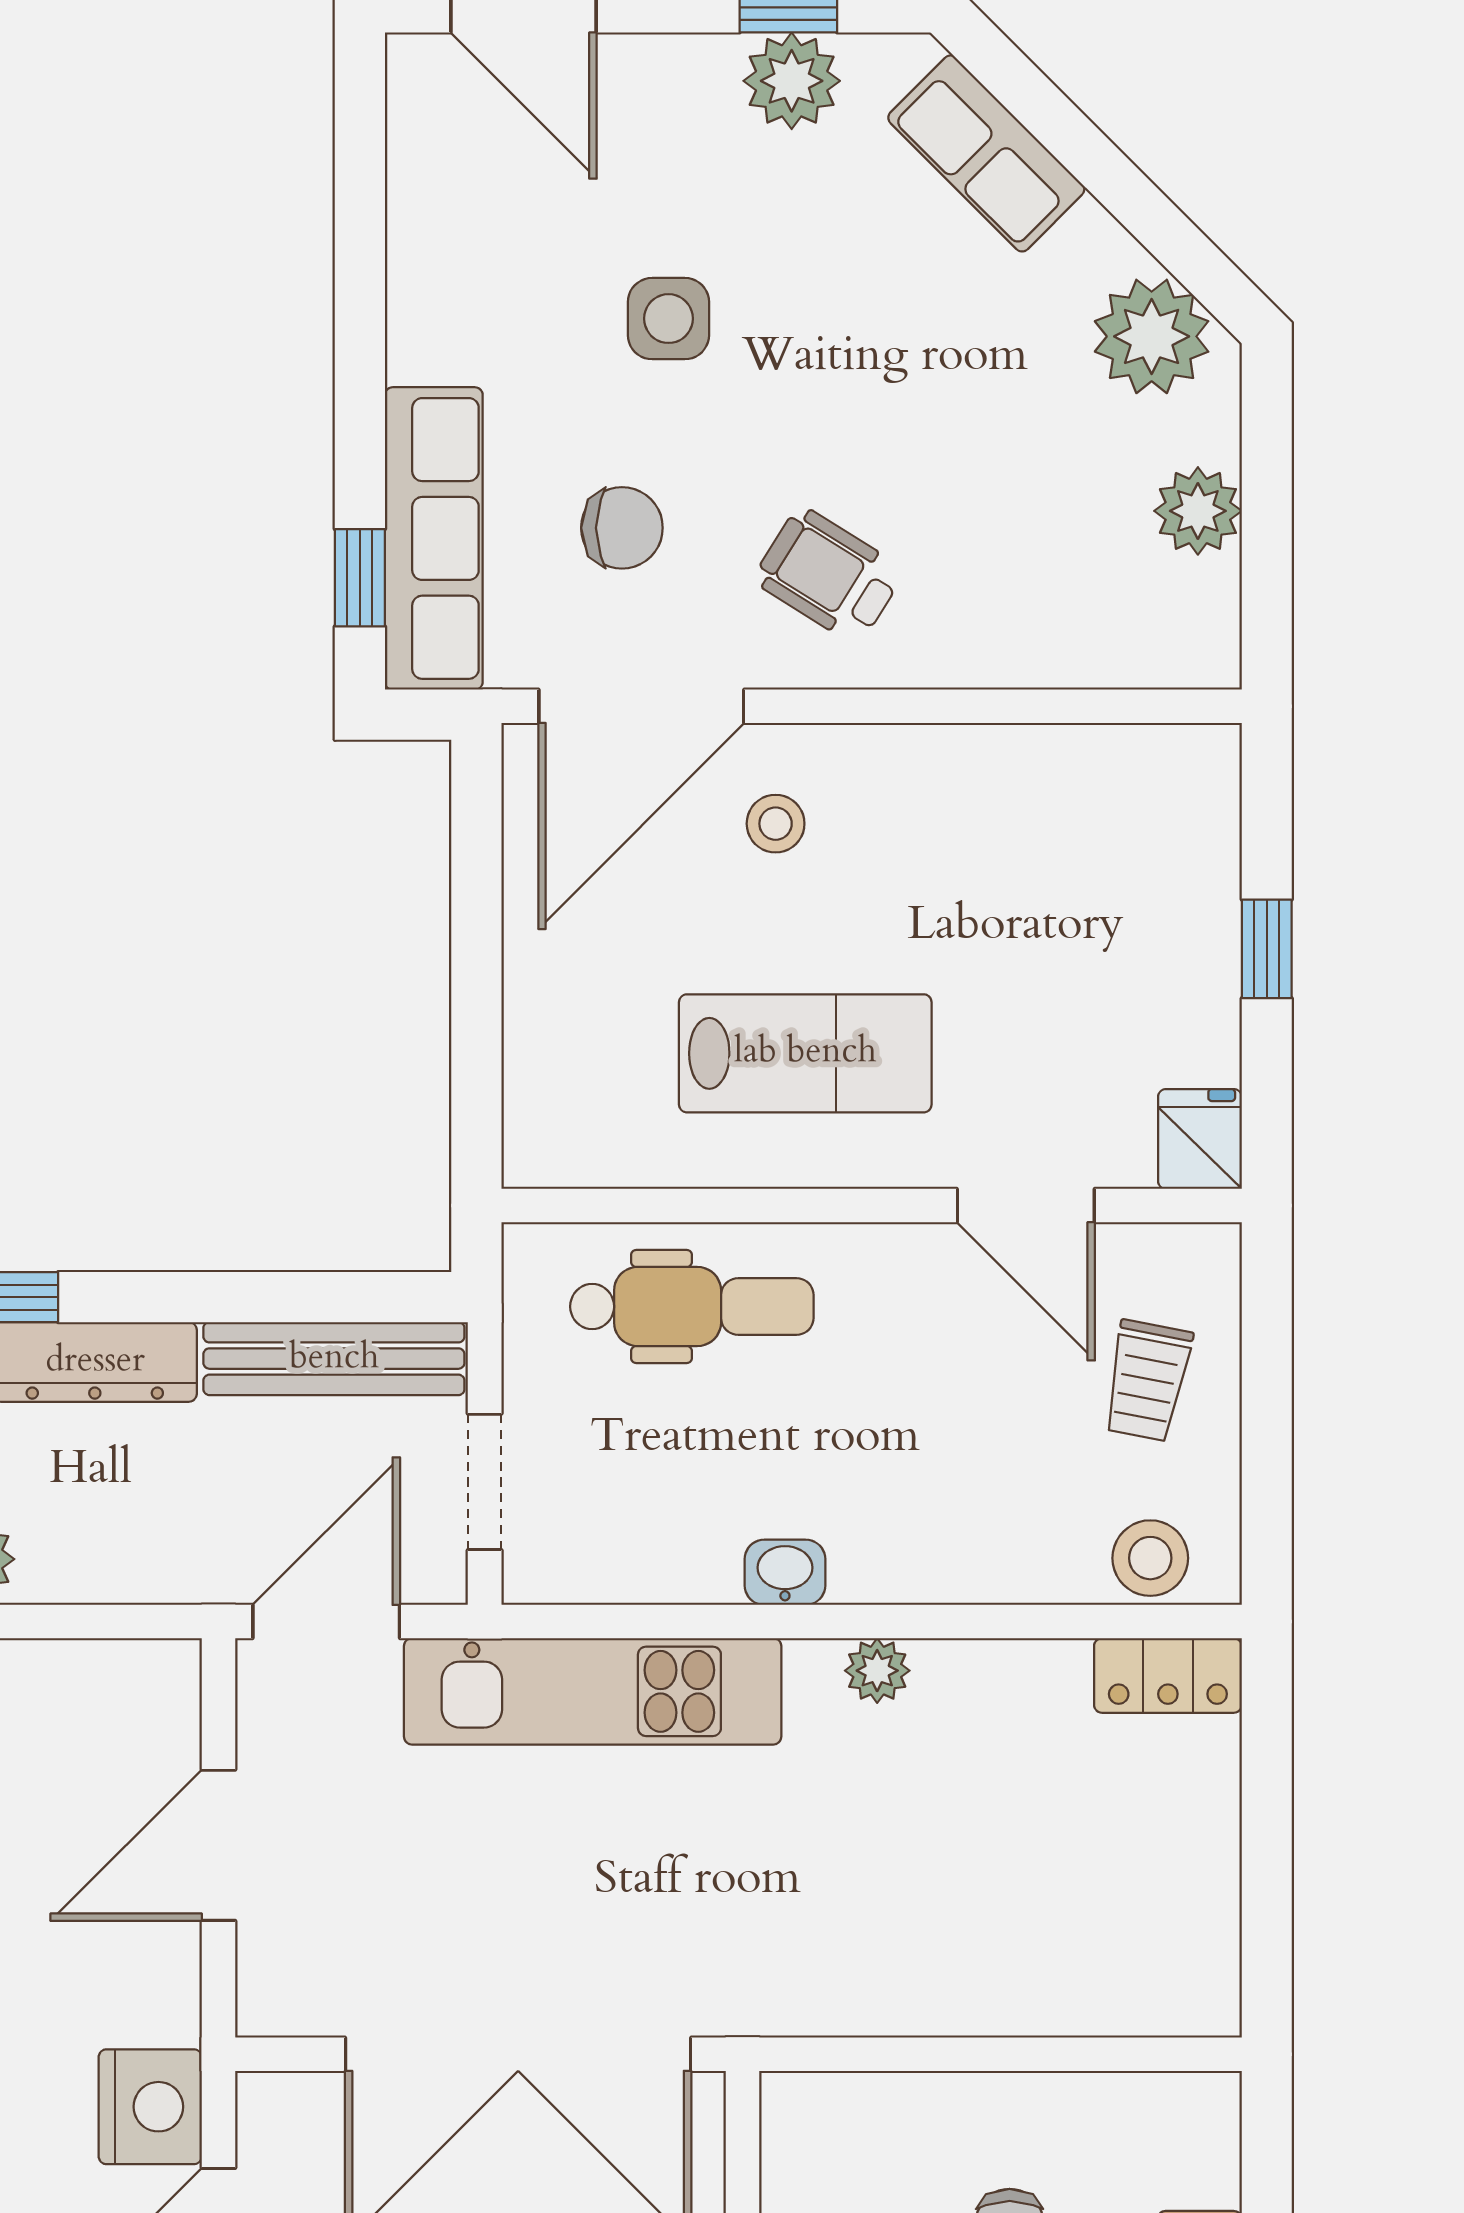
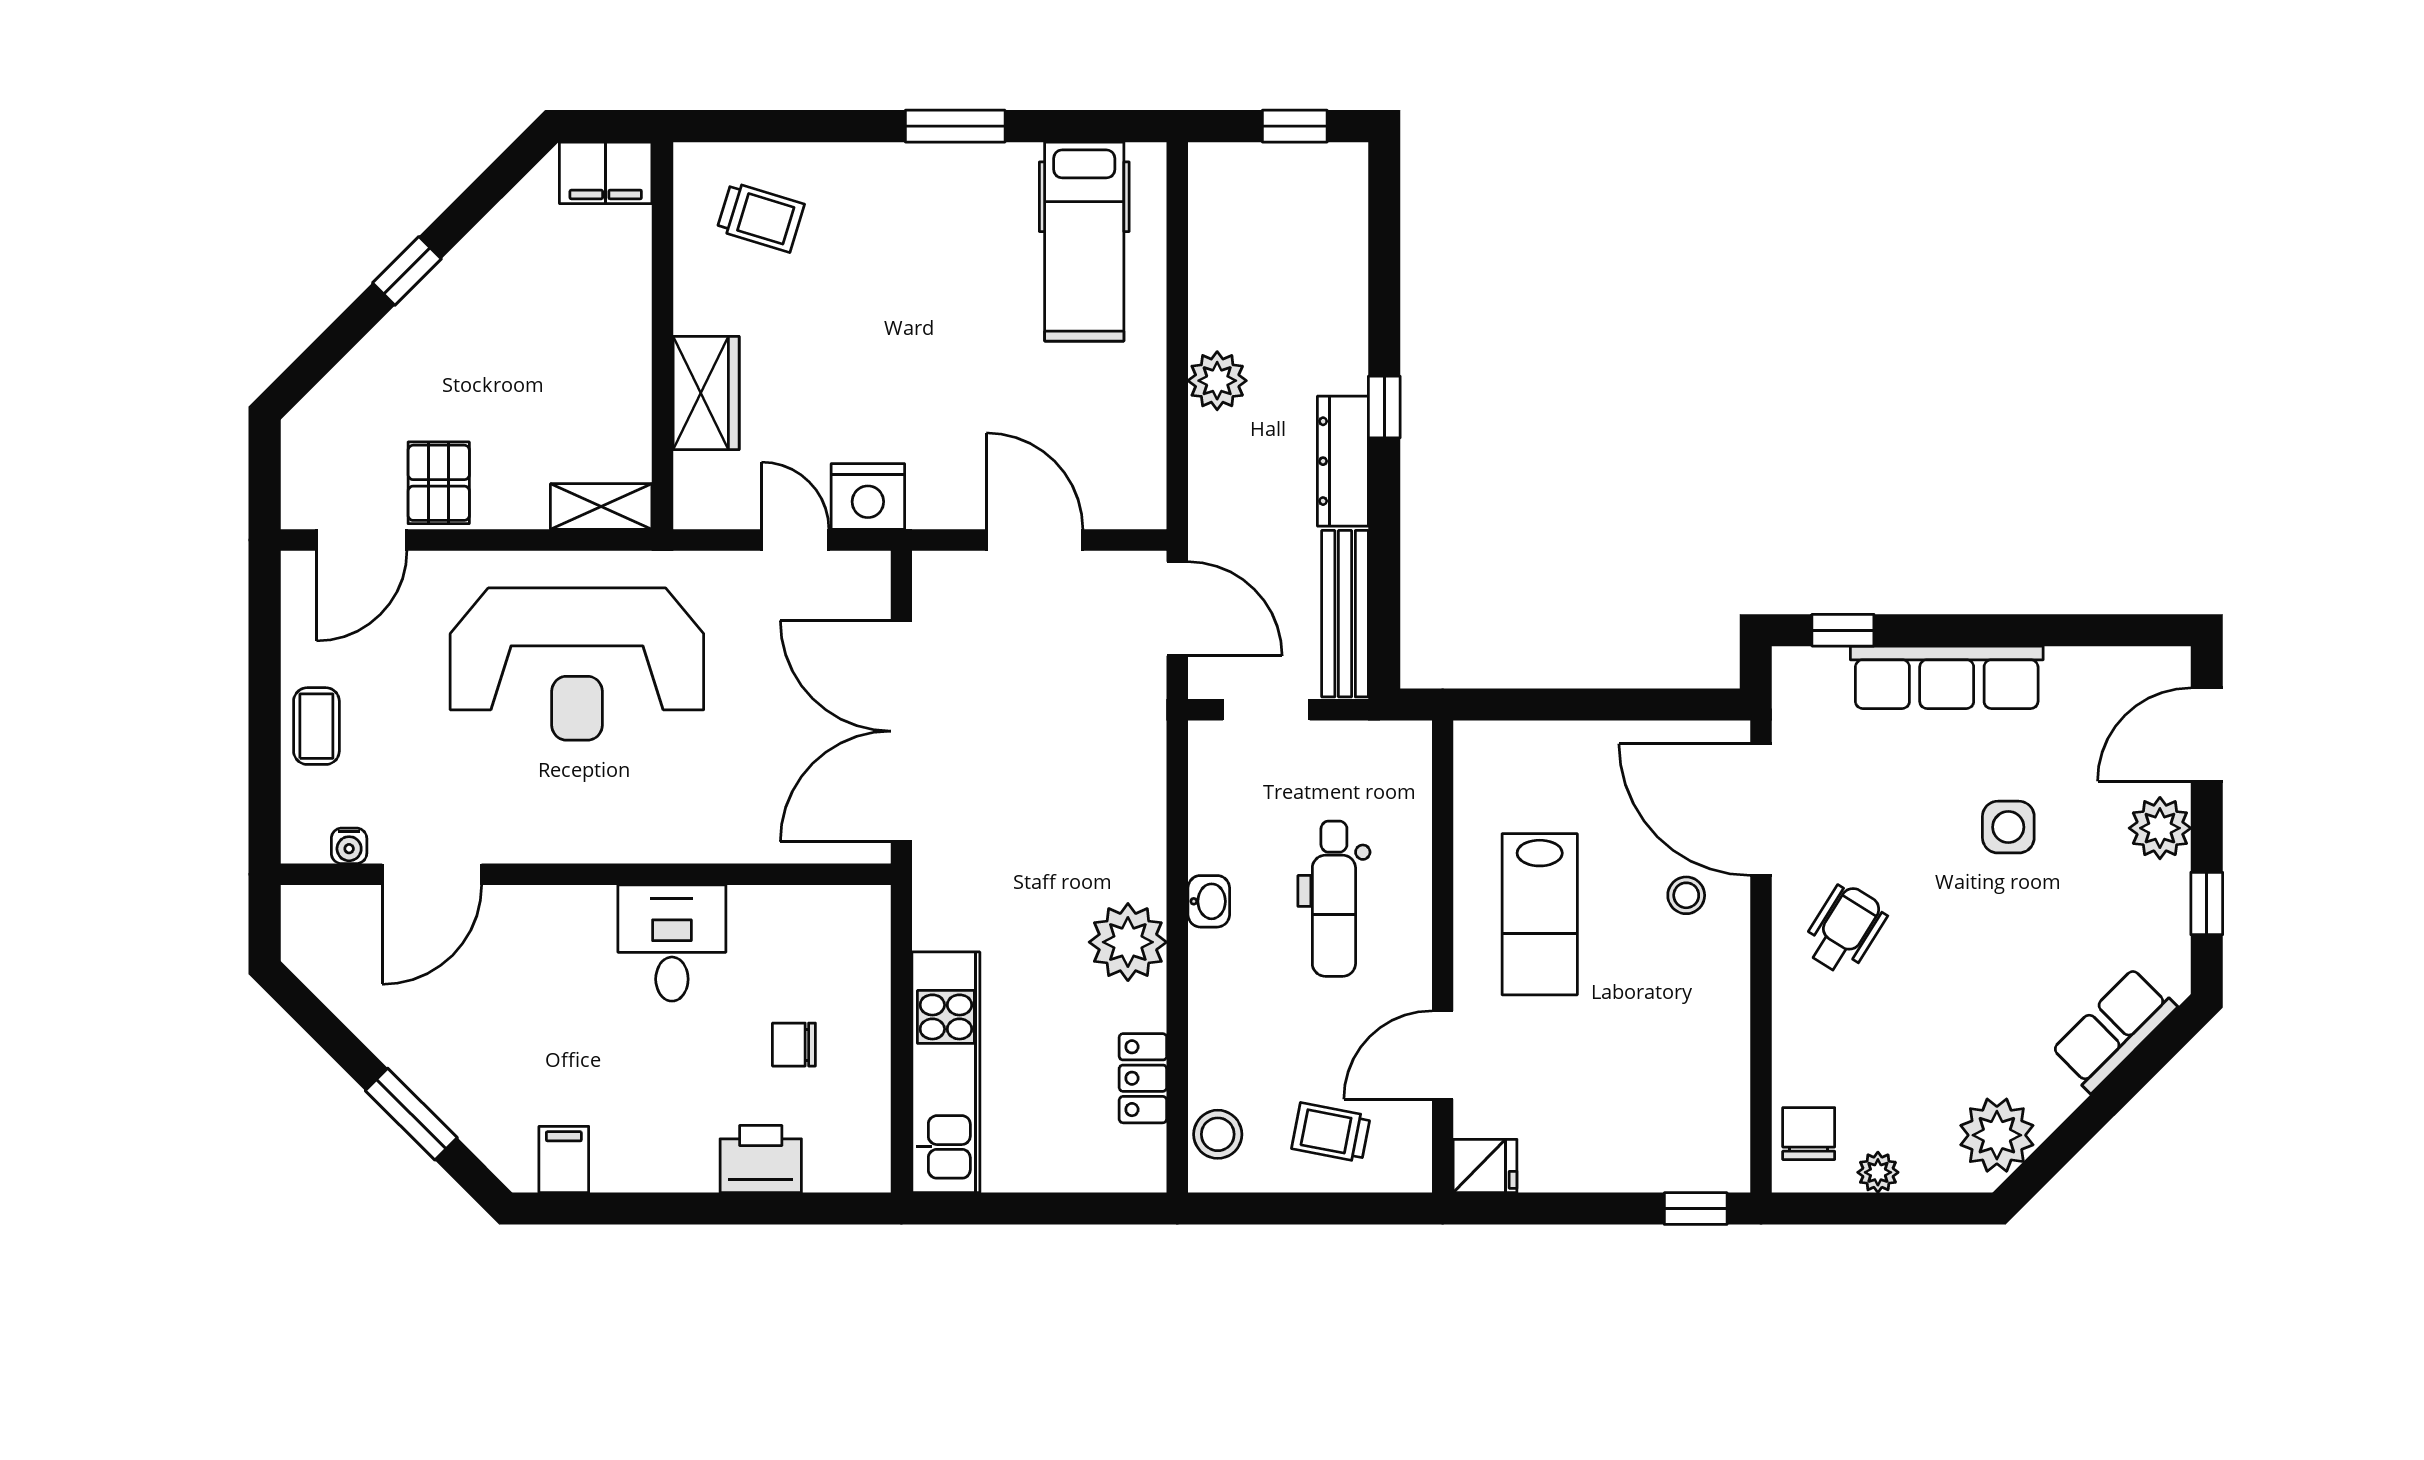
plant: (792, 81) -> (2160, 828), moved
plant: (1198, 511) -> (1878, 1172), width x0.73, depth x0.73
chair: (622, 528) -> (1809, 1134), moved, turned 180
row of seats: (434, 538) -> (1947, 677), moved
window: (1267, 949) -> (1696, 1209), moved
dental chair: (692, 1307) -> (1334, 899), moved
plant: (877, 1671) -> (1128, 942), width x1.88, depth x1.88
locker: (1168, 1675) -> (1143, 1078), moved
kitchen unit: (593, 1691) -> (946, 1072), moved, turned 180

